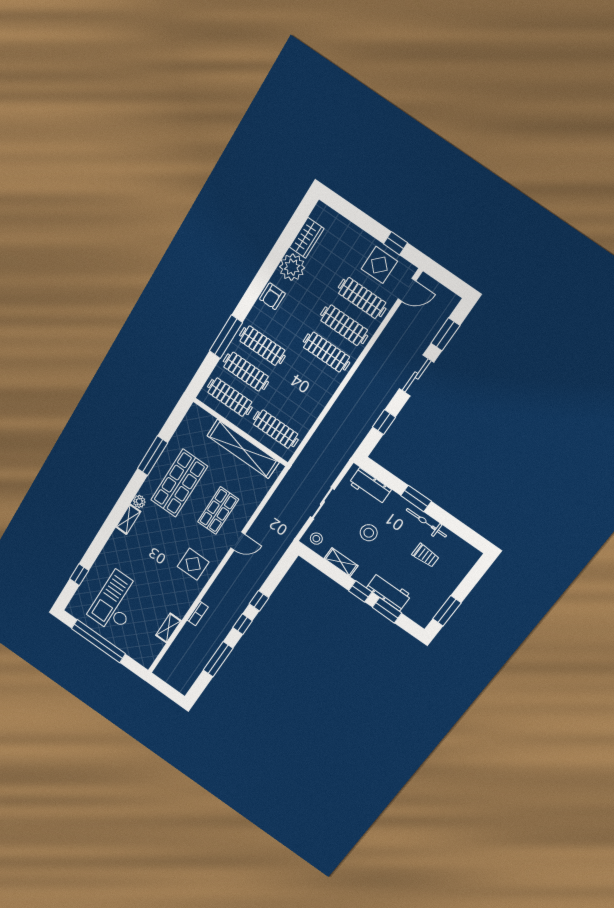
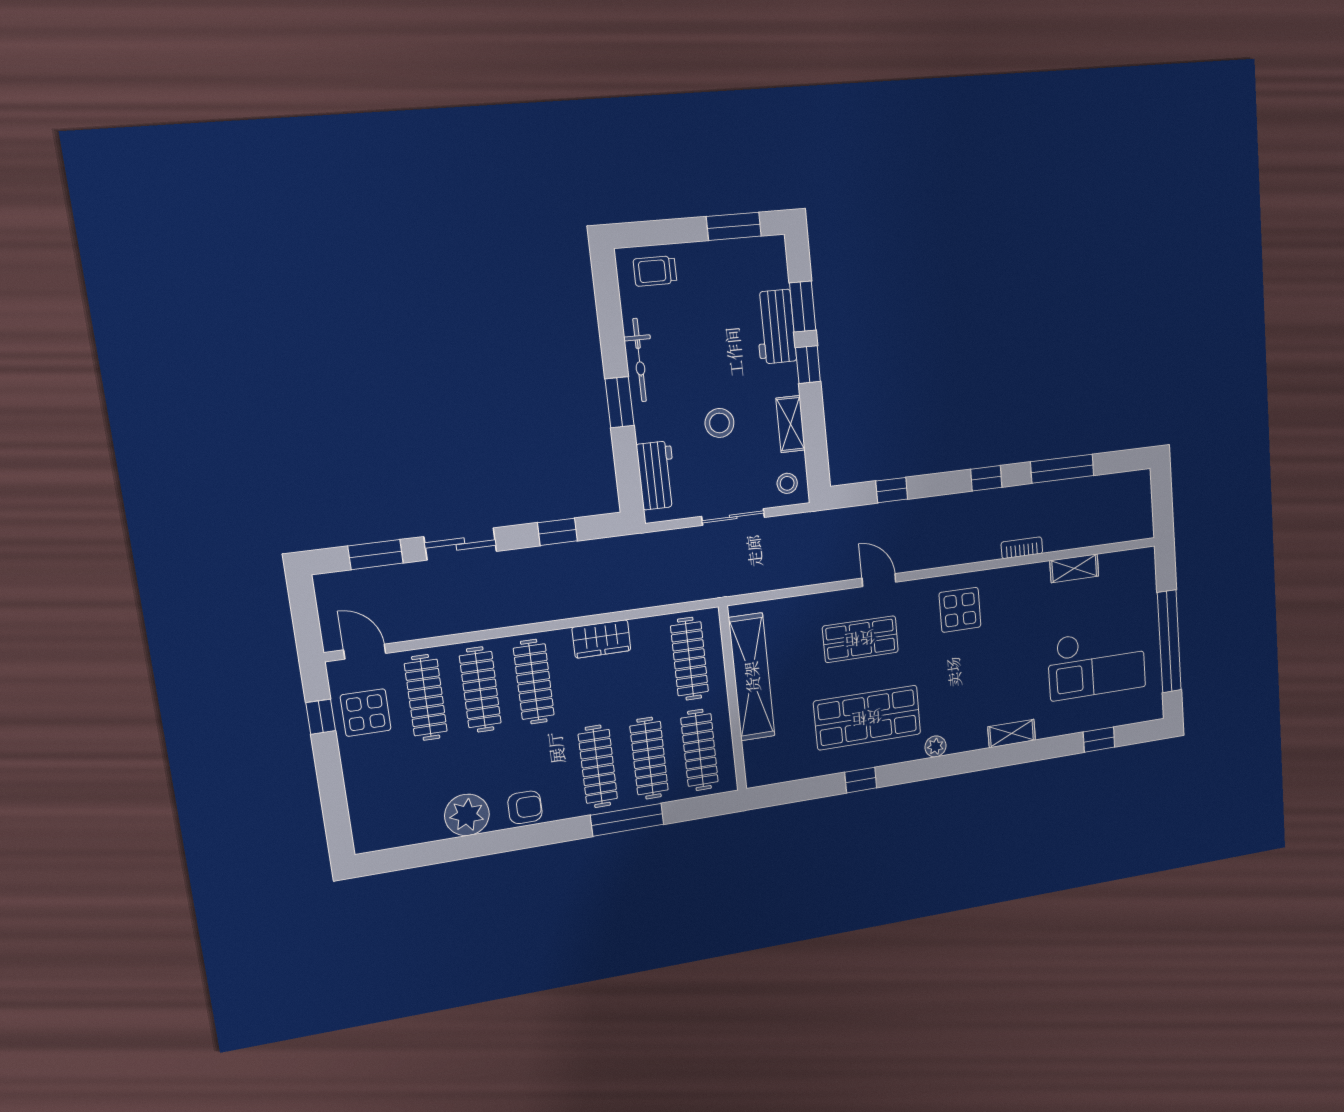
wardrobe: (307, 238) -> (601, 639), moved, turned 180
window: (153, 456) -> (861, 780), width x0.46
shelving: (128, 519) -> (1012, 734), moved
trolley: (426, 555) -> (655, 271), moved, turned -90
window: (259, 601) -> (892, 490), moved

